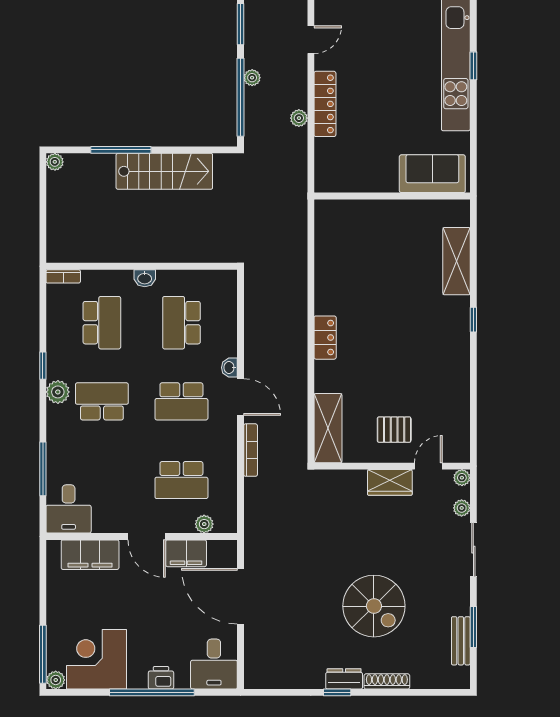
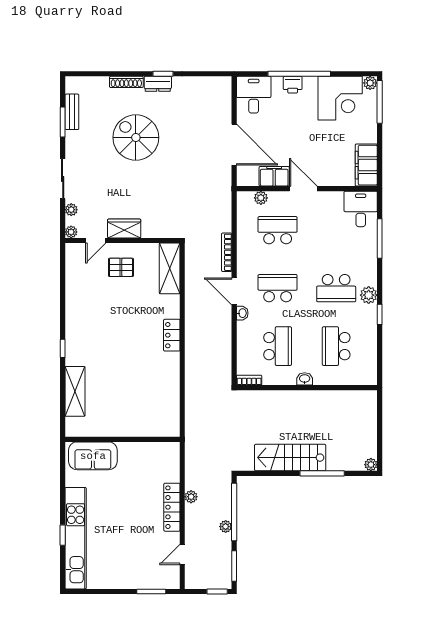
bookcase: (63, 276) -> (249, 380), moved
filing cabinet: (90, 555) -> (366, 165), moved, turned -90

